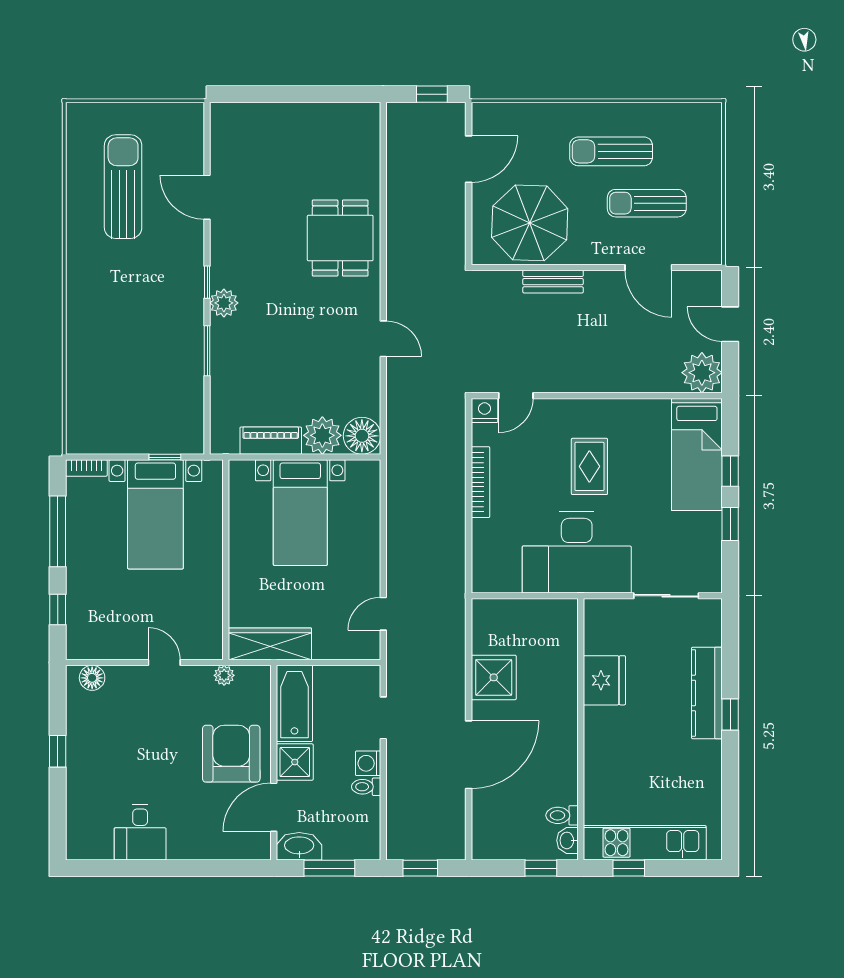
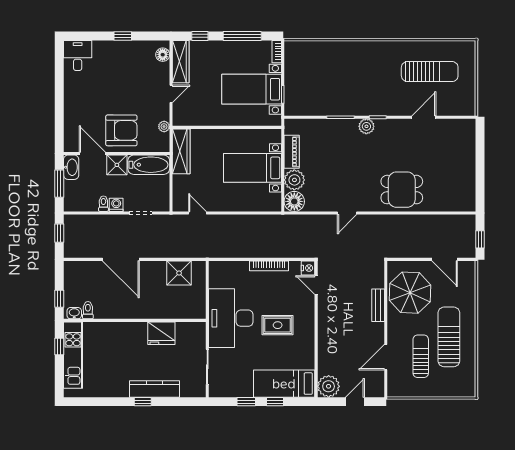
sun lounger: (611, 151) -> (449, 337), width x1.36, depth x1.34
wardrobe: (105, 645) -> (181, 62), added
shower: (494, 677) -> (179, 273), moved
desk: (140, 832) -> (78, 55), moved, turned 90

